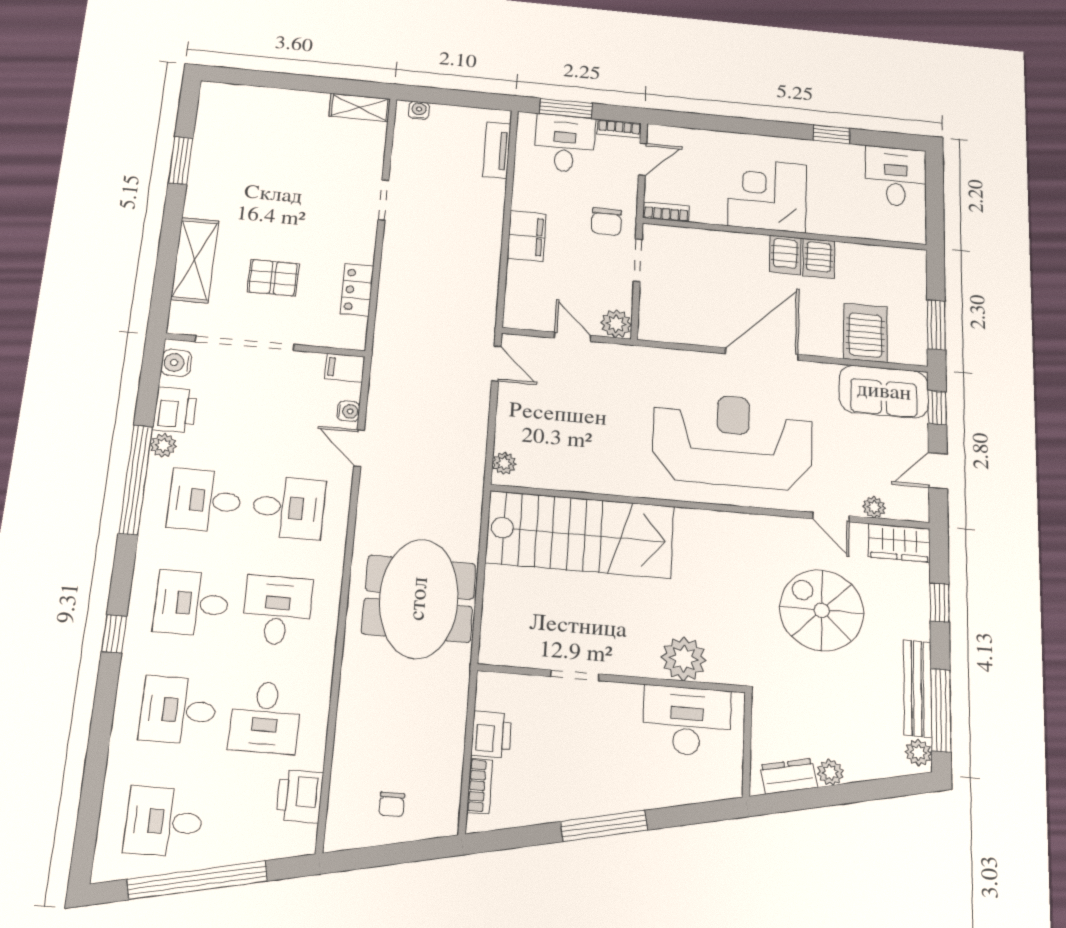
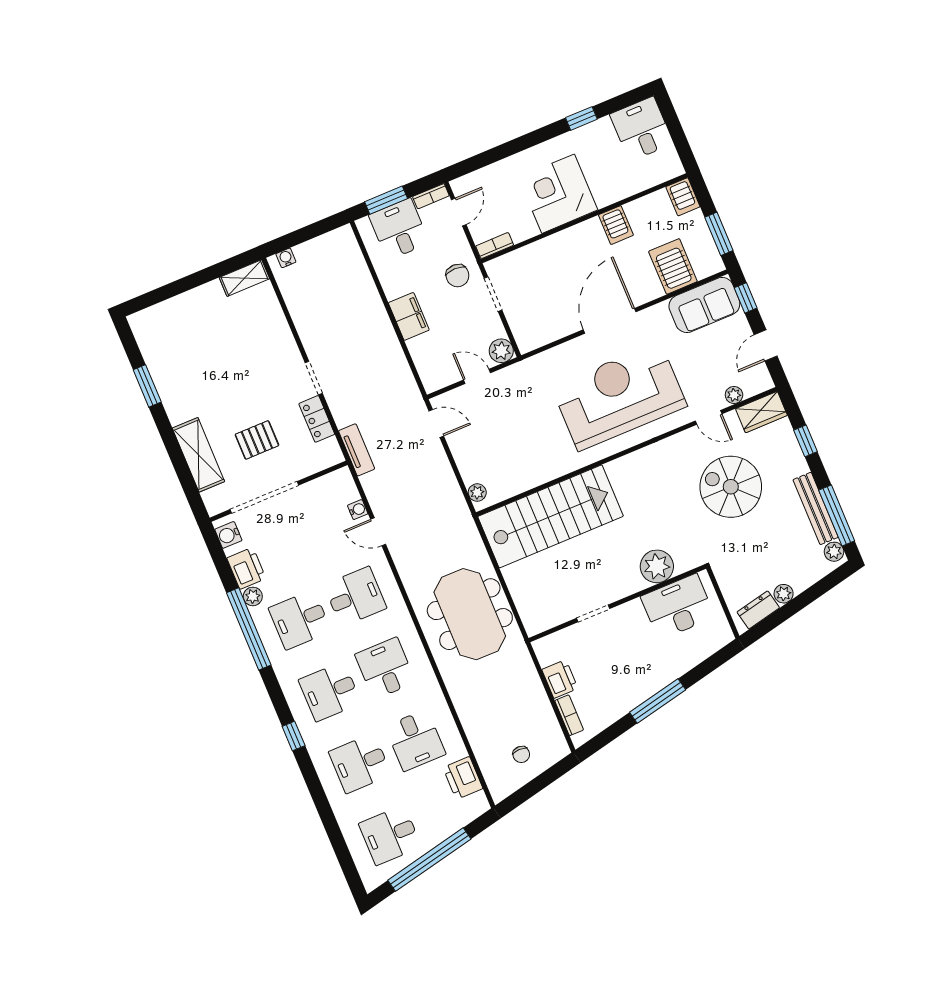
tv unit: (497, 150) -> (357, 450), moved, turned 180
doorway: (383, 200) -> (314, 378), moved
server rack: (785, 255) -> (683, 197), moved
filing cabinet: (345, 368) -> (339, 480), removed

